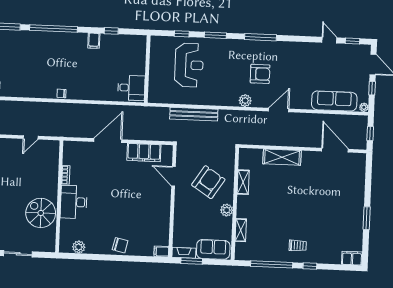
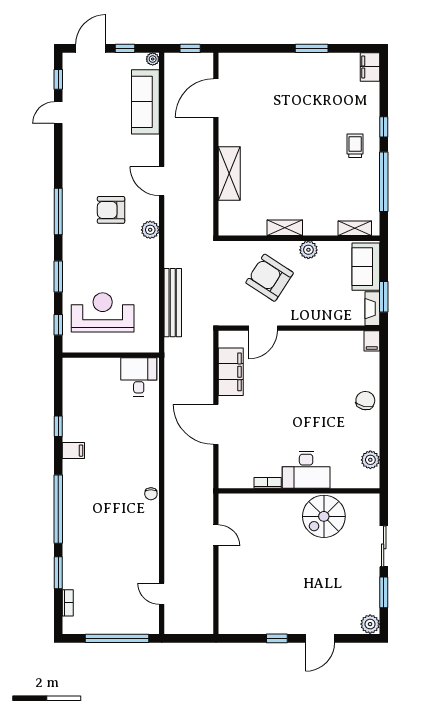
wall: (147, 69) -> (111, 355), moved
armchair: (260, 74) -> (111, 210), turned -90
desk: (131, 88) -> (139, 377), moved
shelving: (243, 182) -> (285, 228), moved
shelving: (241, 230) -> (355, 228), moved

